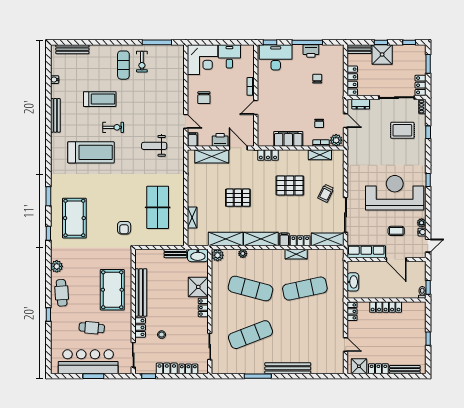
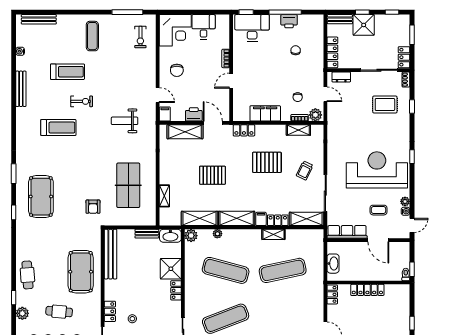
exercise bike: (142, 62) -> (140, 37), moved
treadmill: (91, 152) -> (58, 128), width x0.73, depth x0.73
plant: (57, 266) -> (22, 313), moved
bench: (141, 292) -> (111, 254), moved

